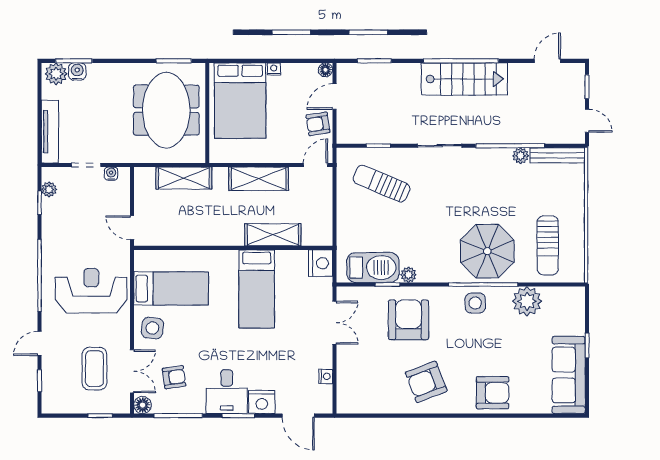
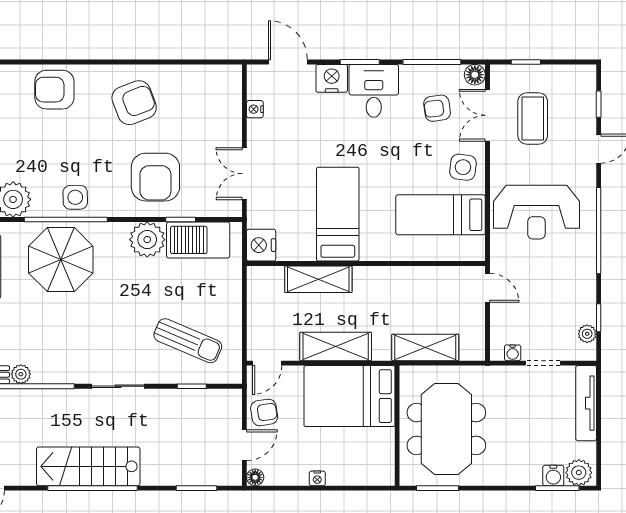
bed: (240, 101) -> (349, 396), moved, turned -90
plant: (408, 275) -> (147, 240), width x1.88, depth x1.88

